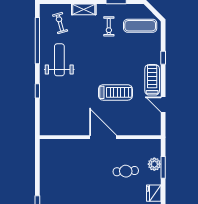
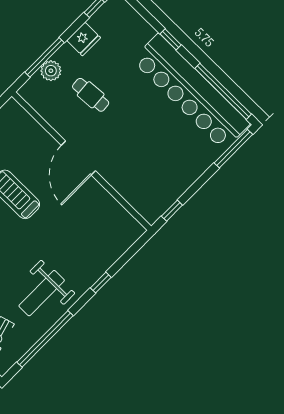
window: (37, 155) -> (172, 211), added
window: (163, 167) -> (45, 57), width x1.44

